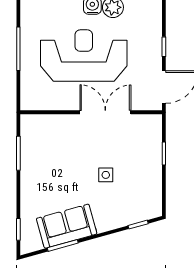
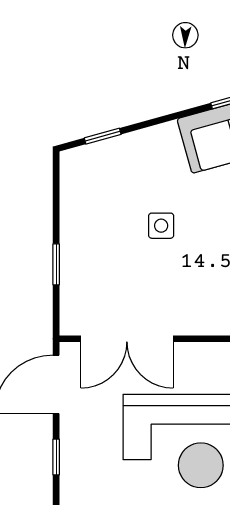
double door: (105, 112) -> (127, 339), moved

